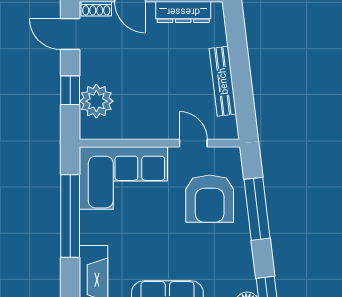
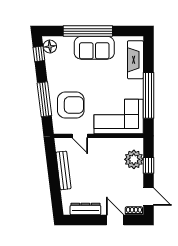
armchair: (210, 199) -> (71, 105), turned 90

